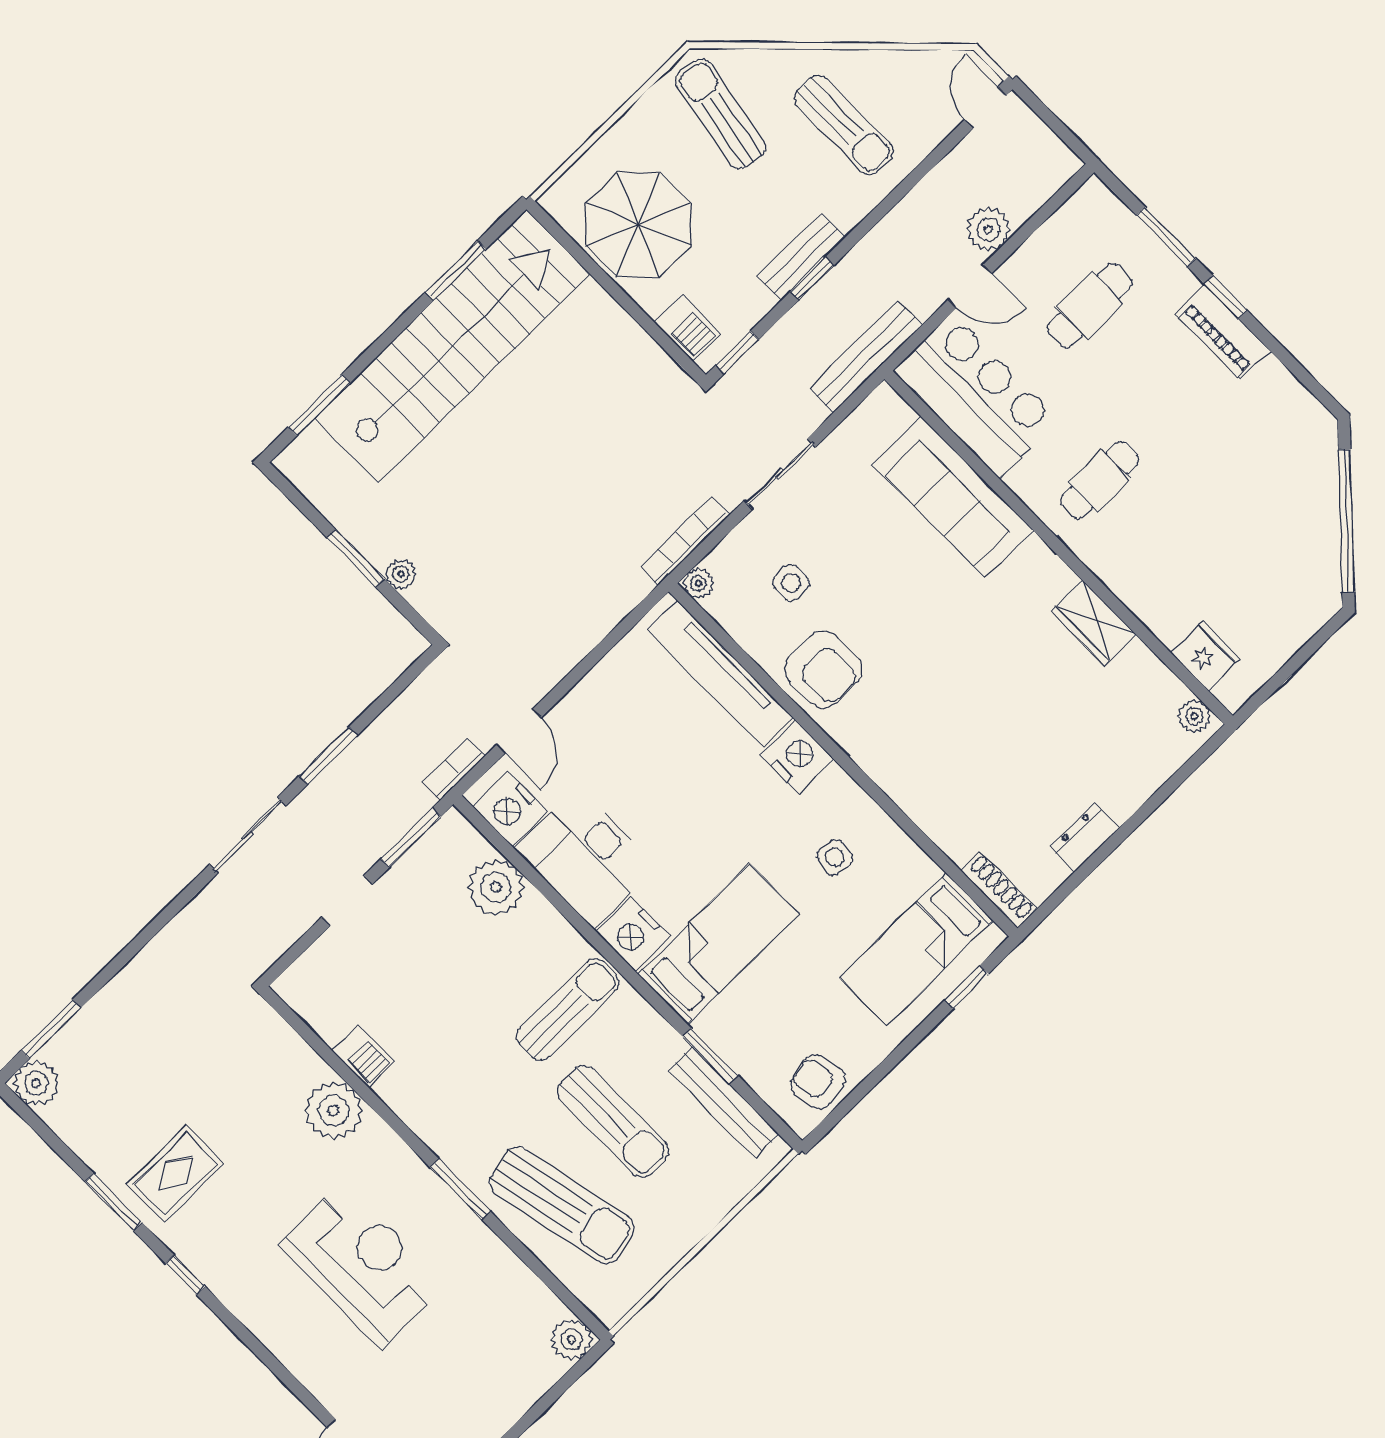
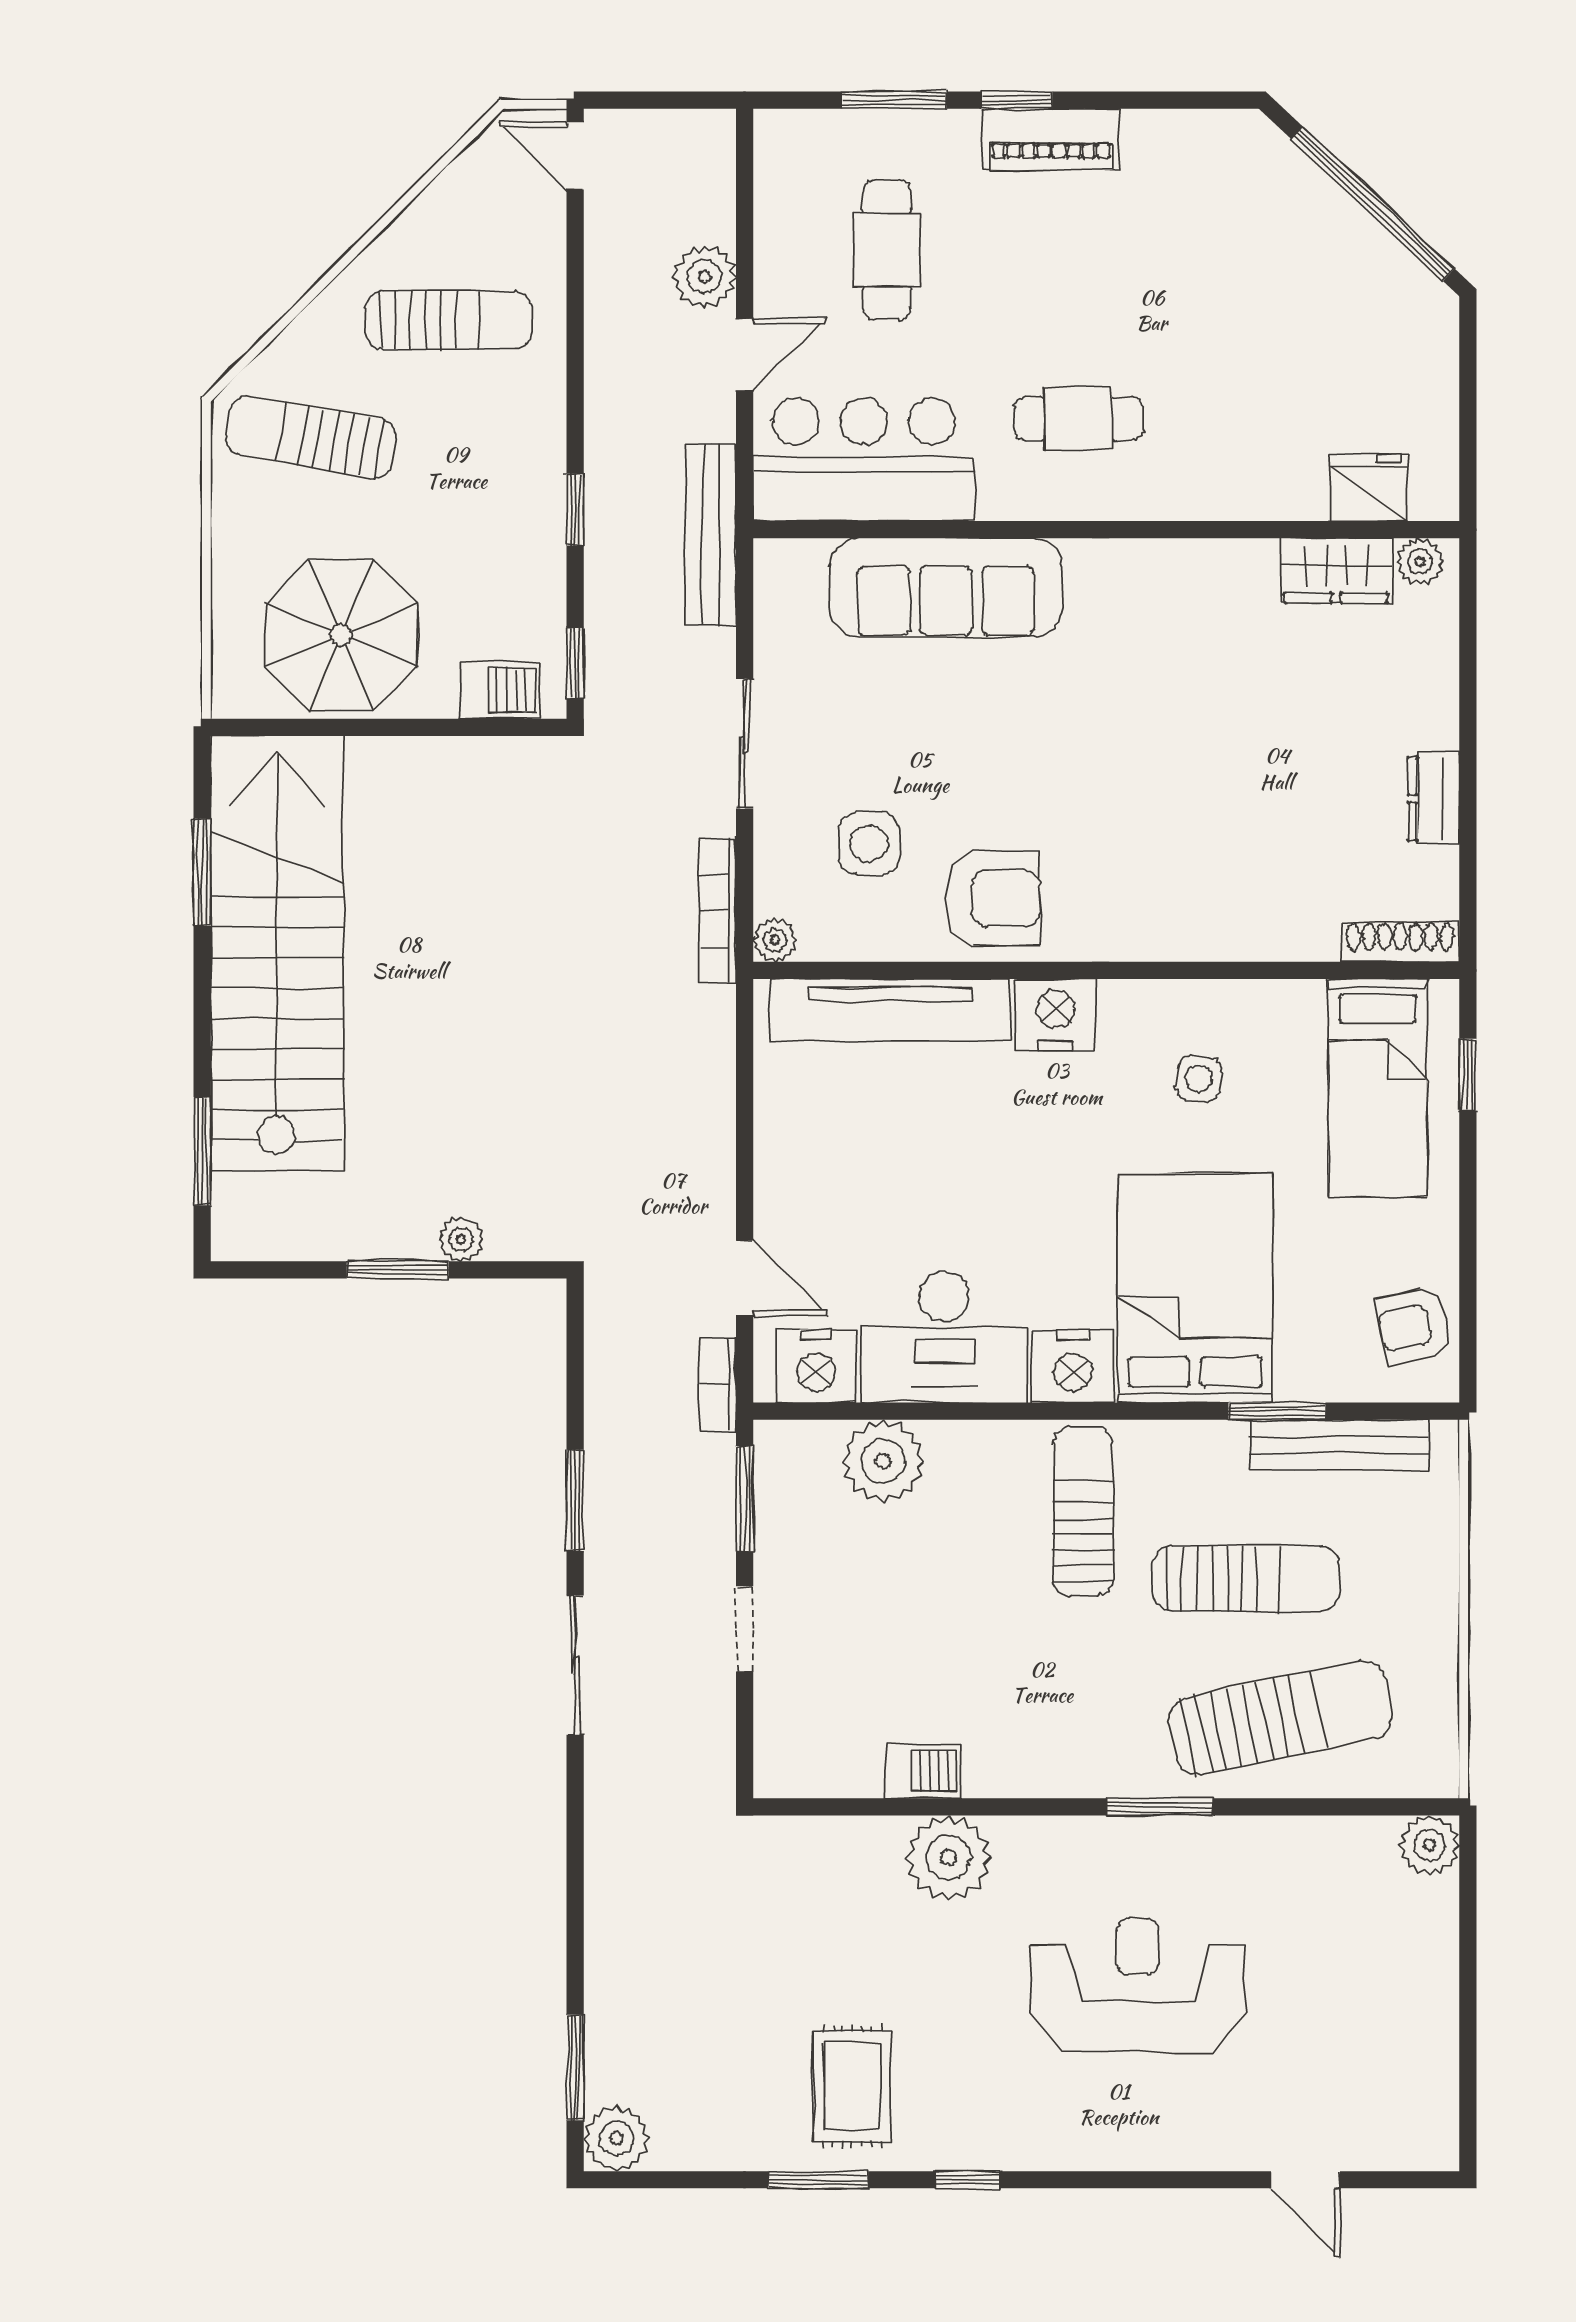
bench: (801, 257) -> (541, 500), removed
cafe table: (1099, 480) -> (1078, 419), turned 90
side table: (791, 583) -> (869, 843), width x1.37, depth x1.37
wardrobe: (1094, 623) -> (1336, 571), moved
bed: (718, 944) -> (1195, 1288), width x1.50

